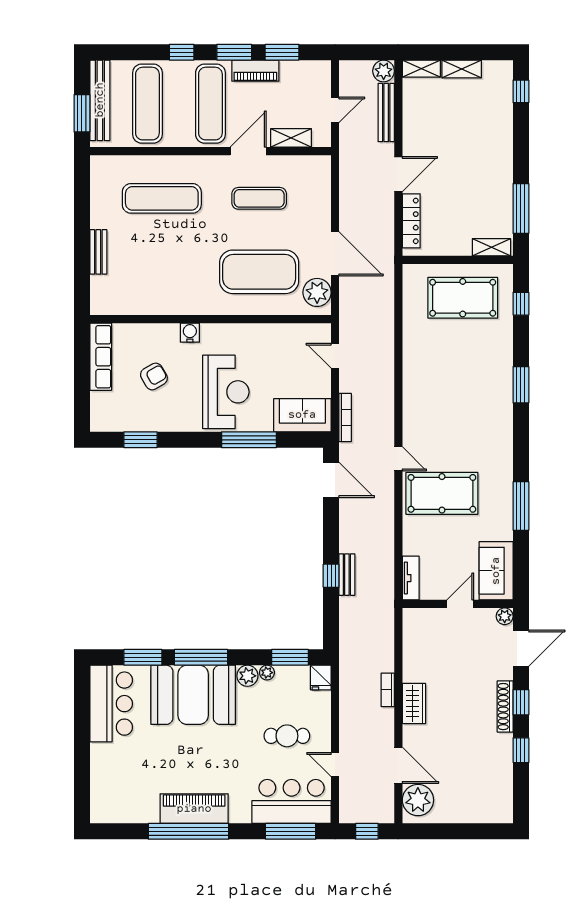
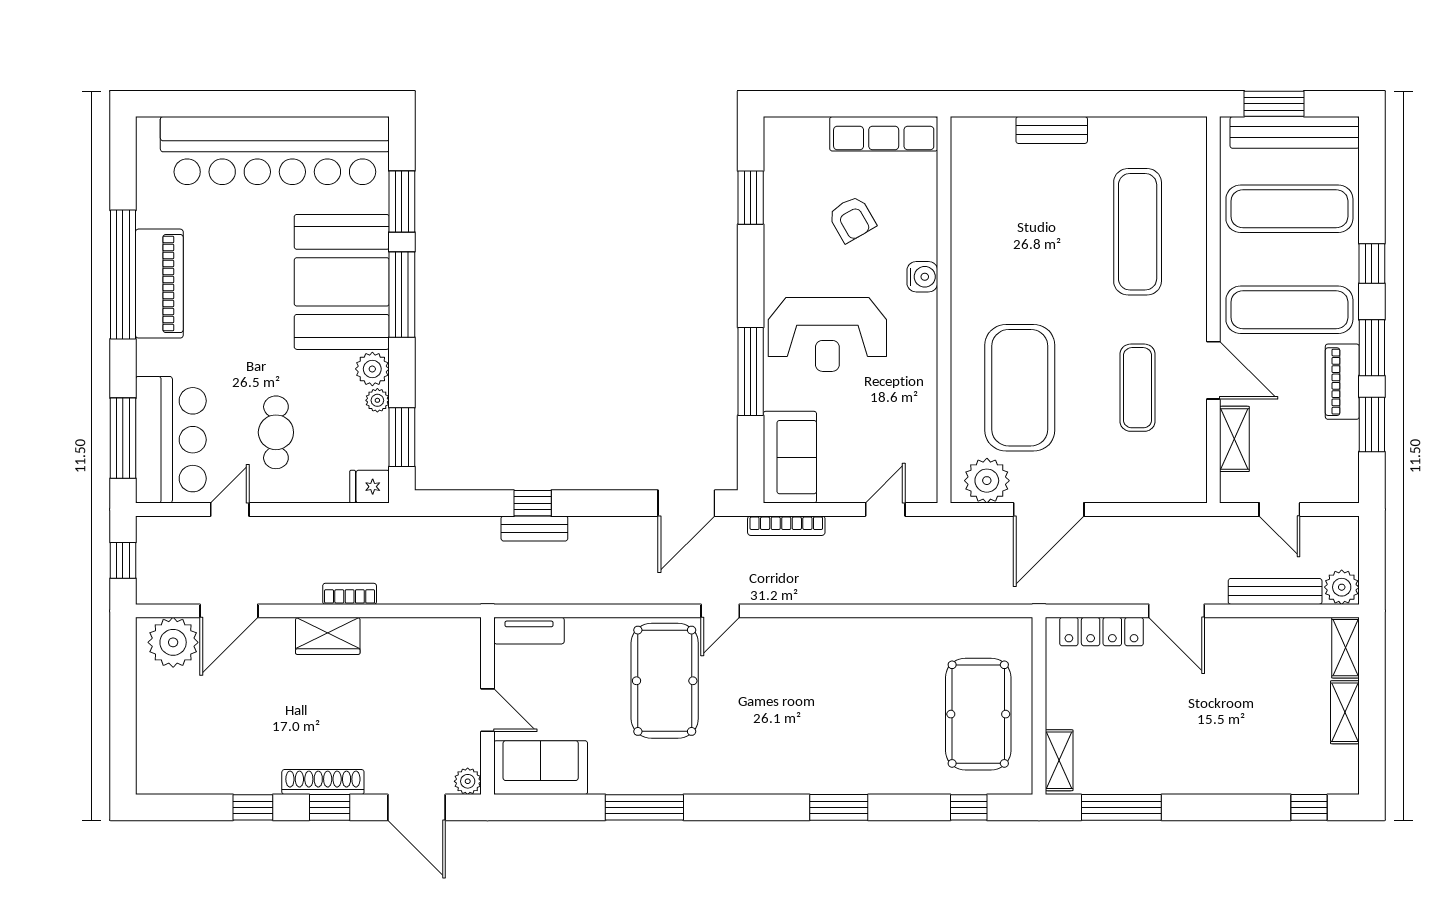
bar counter: (111, 704) -> (275, 151), width x1.86

